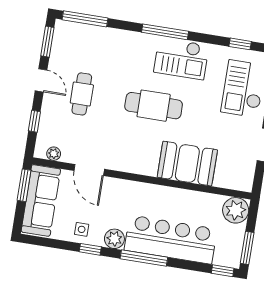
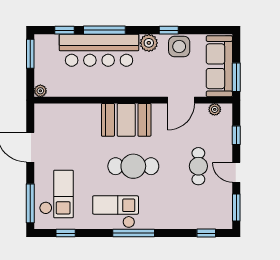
window: (85, 19) -> (206, 233), width x0.46
booth: (187, 164) -> (126, 120), moved
door: (89, 170) -> (181, 100), swing flipped
plant: (236, 210) -> (40, 91), width x0.53, depth x0.53
side table: (82, 229) -> (179, 47), width x1.87, depth x1.87
window: (144, 258) -> (104, 30), moved
window: (223, 271) -> (64, 30), moved

